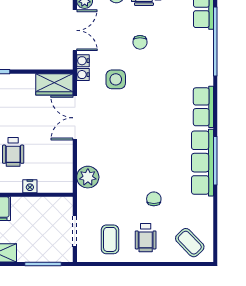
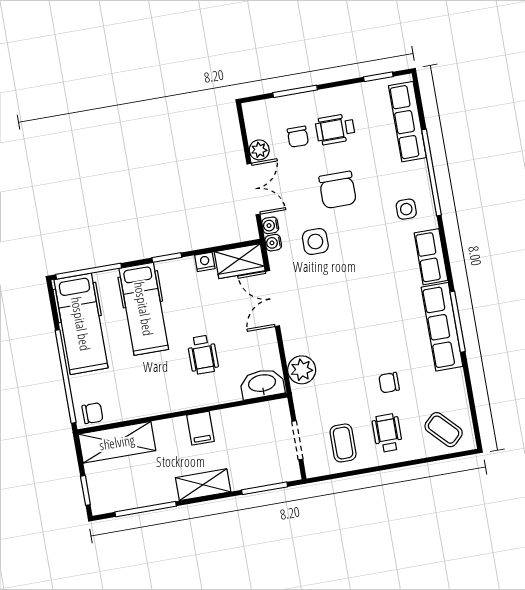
chair: (140, 42) -> (338, 190), width x1.87, depth x1.87
side table: (191, 67) -> (406, 209), added
washbasin: (55, 183) -> (262, 384), added
nightstand: (30, 186) -> (205, 262), moved, turned 180
chair: (154, 199) -> (389, 383), turned -90
wheelchair: (146, 238) -> (387, 433), turned 180

